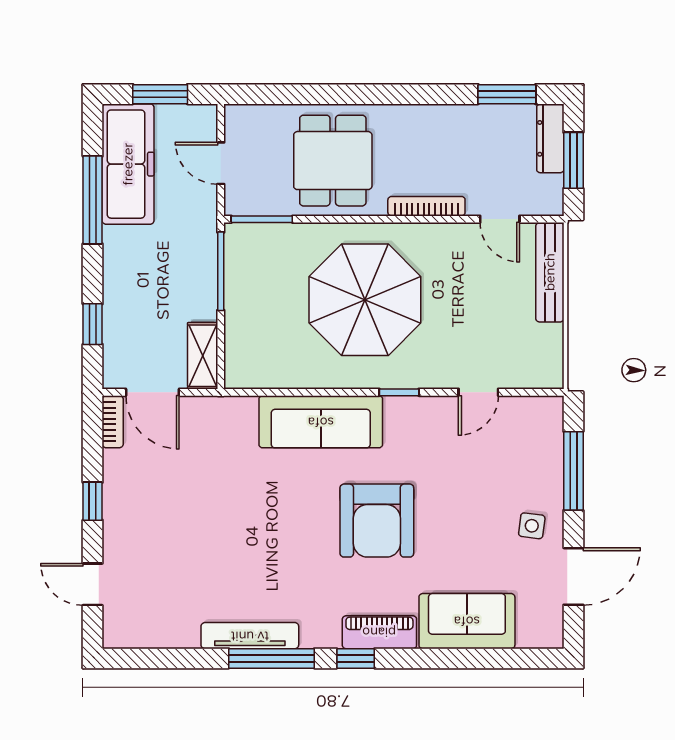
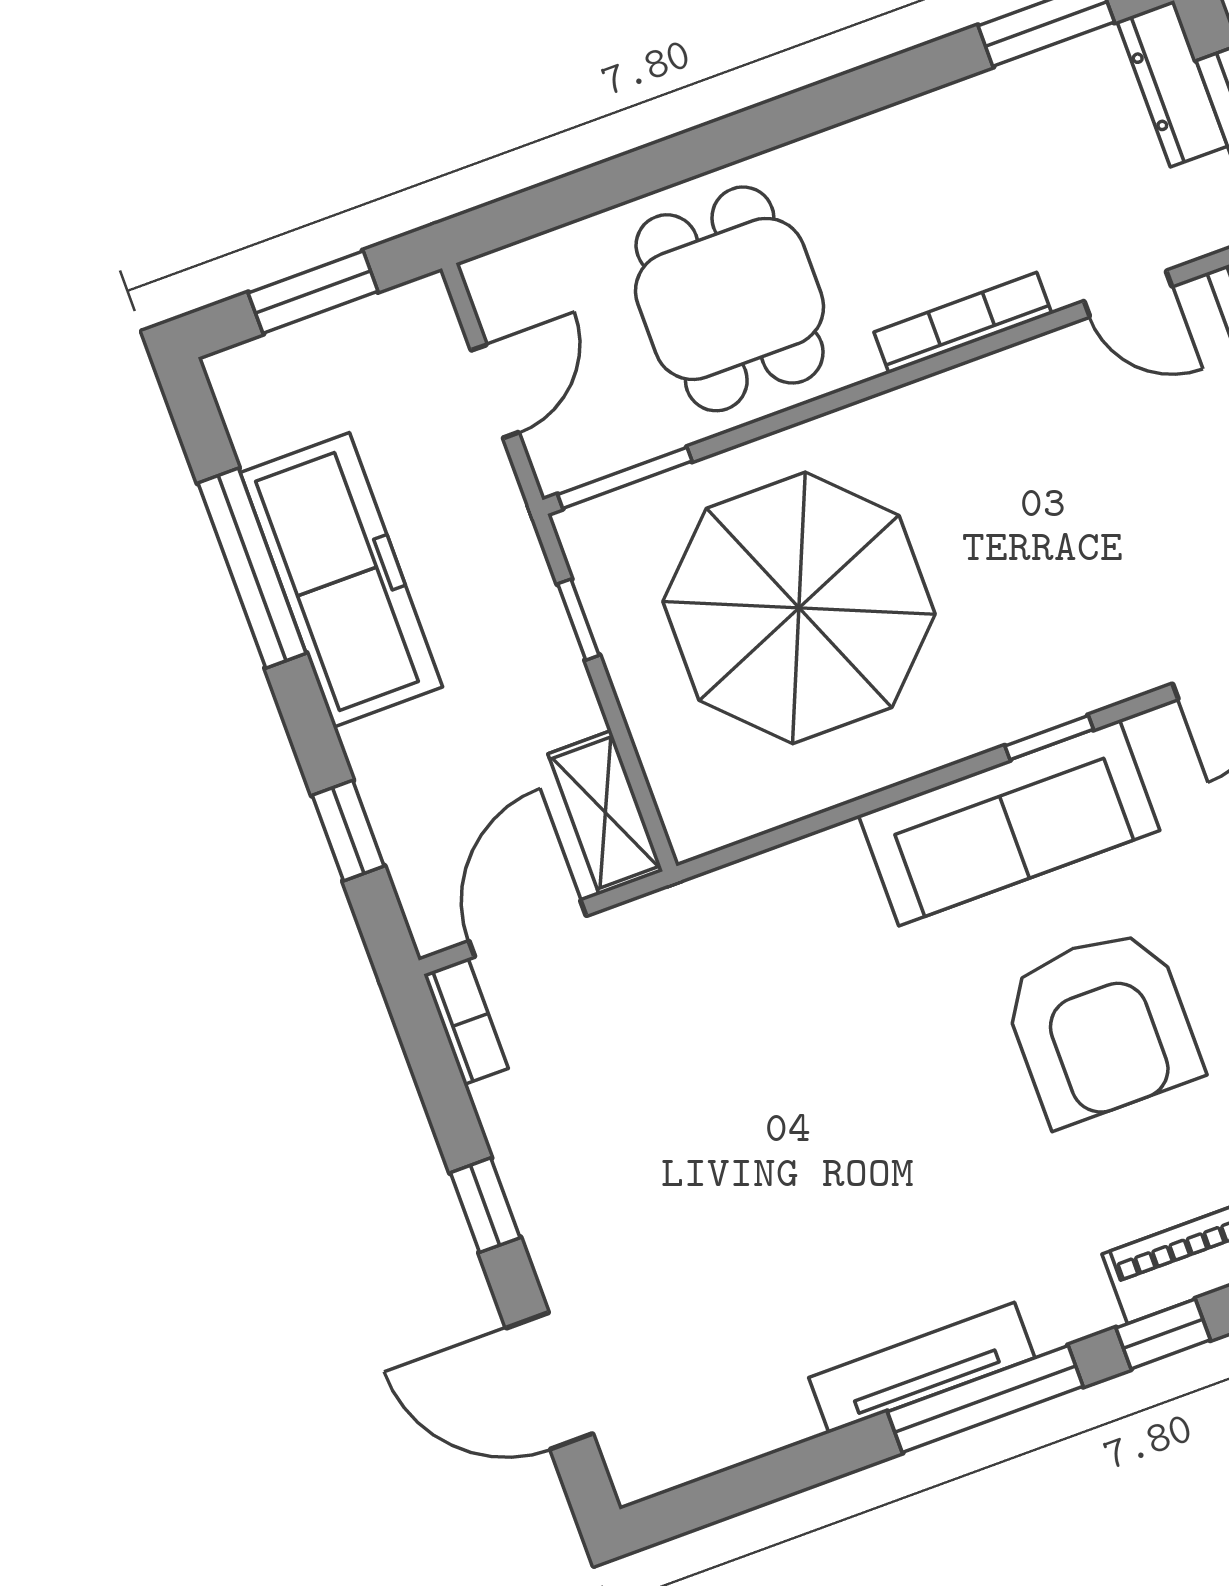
door: (221, 163) -> (495, 391), swing flipped
freezer: (128, 164) -> (341, 580), moved
window: (221, 271) -> (578, 620), width x0.46
parasol: (365, 300) -> (799, 608), moved
door: (152, 392) -> (528, 928), swing flipped
sofa: (321, 422) -> (1009, 823), moved
door: (93, 584) -> (549, 1381), width x1.38

